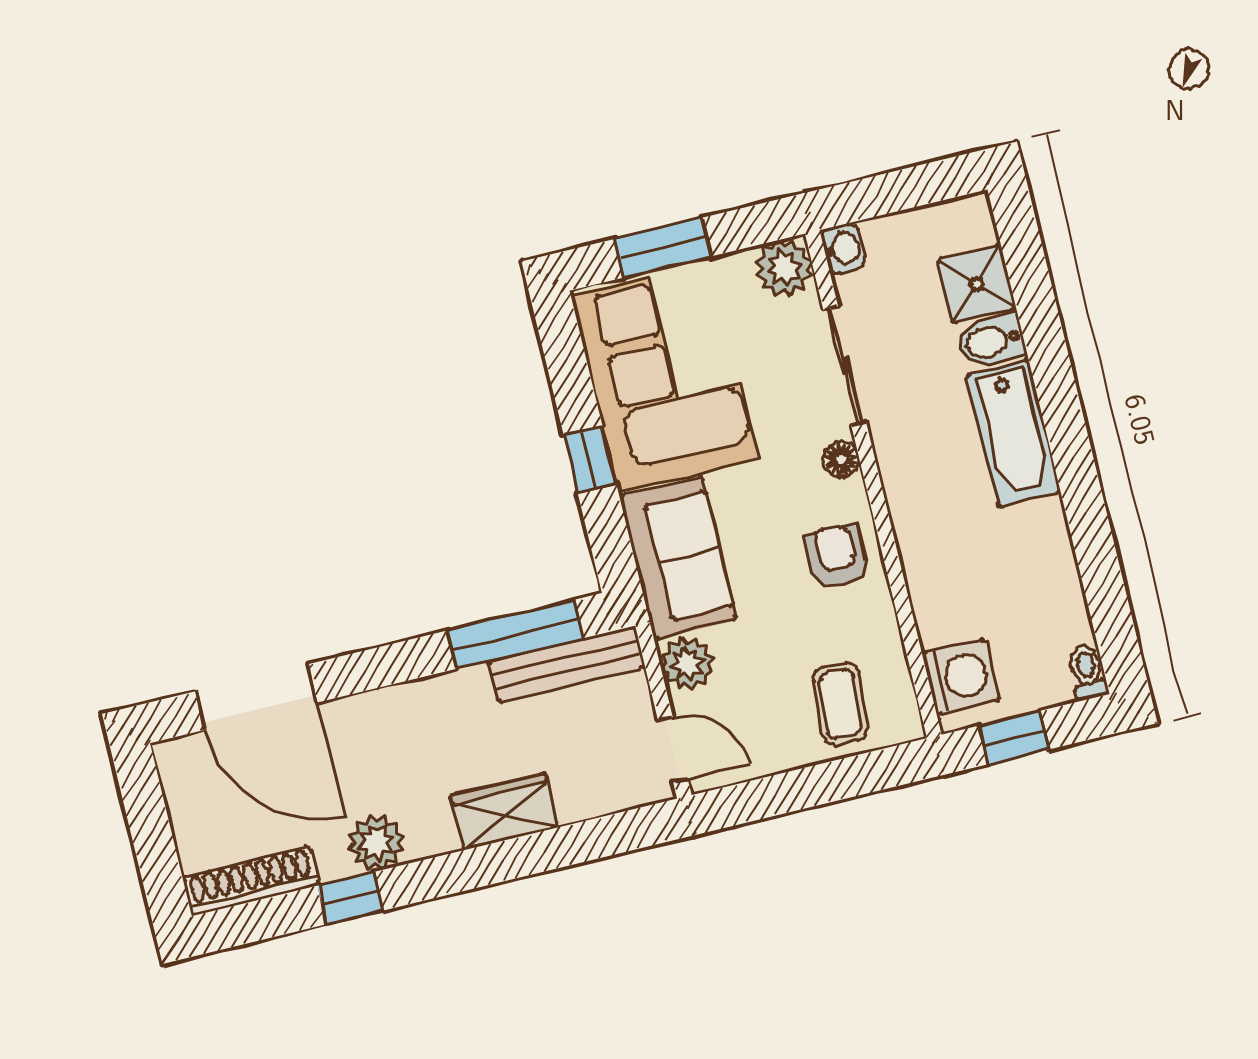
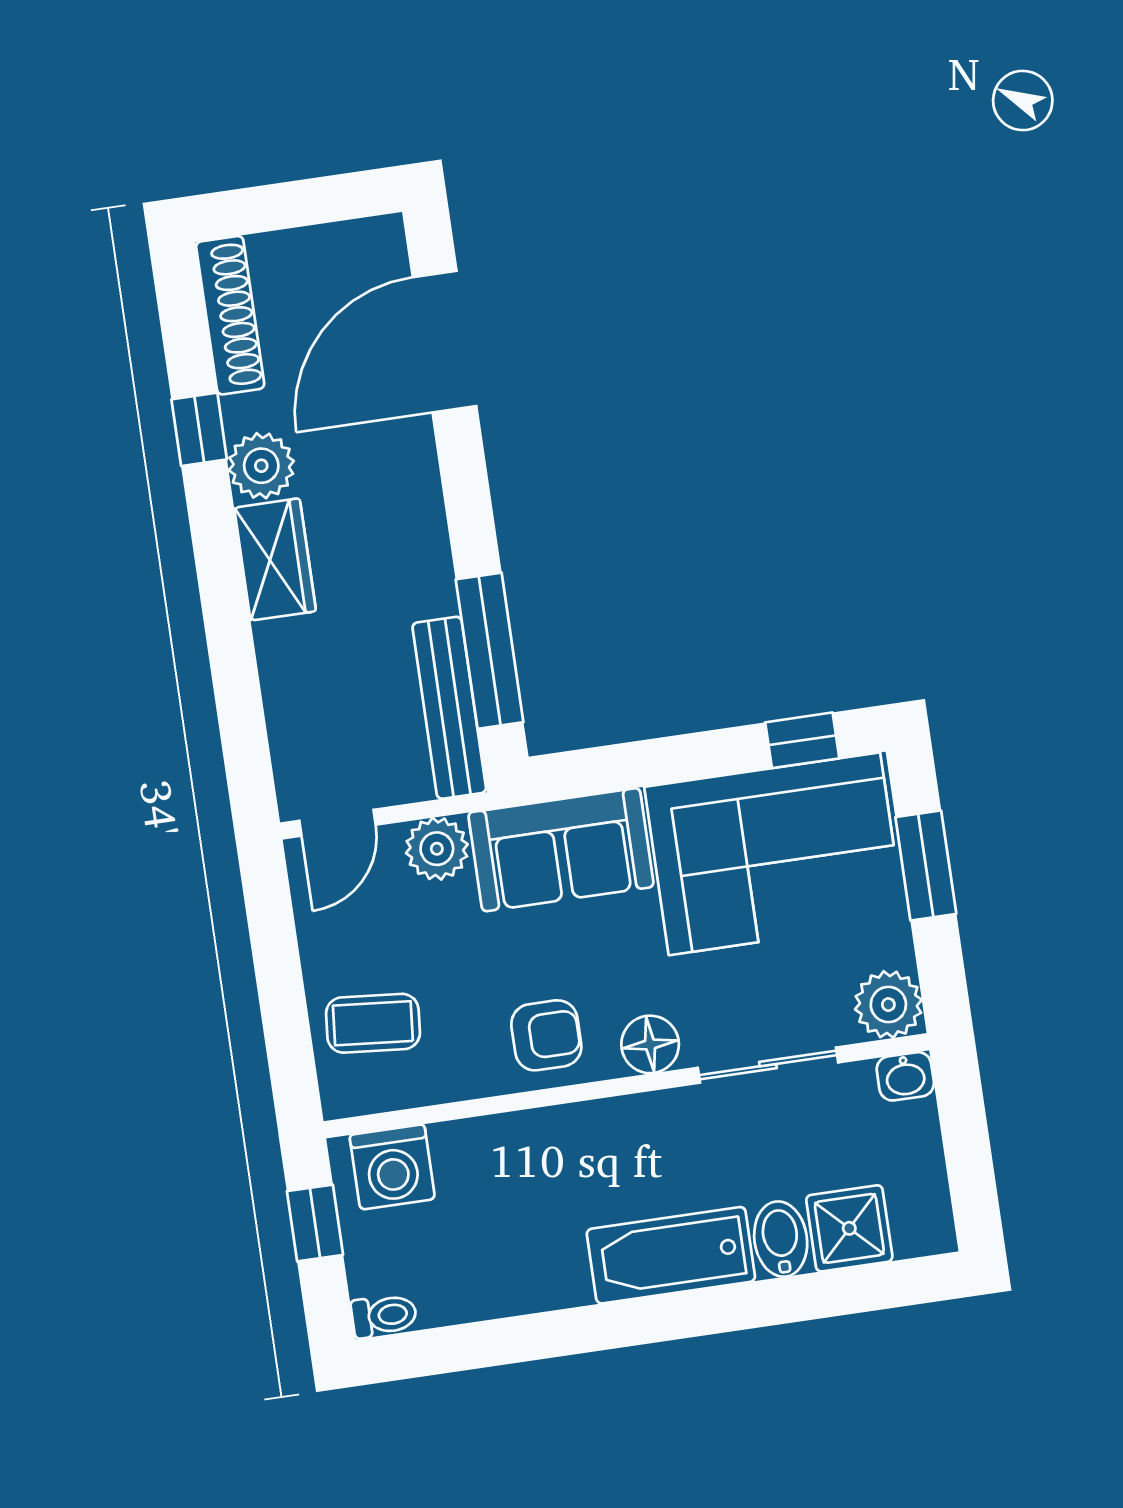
window: (590, 459) -> (802, 740), moved
floor lamp: (841, 459) -> (650, 1044), width x1.37, depth x1.37
wardrobe: (504, 812) -> (275, 559), moved

